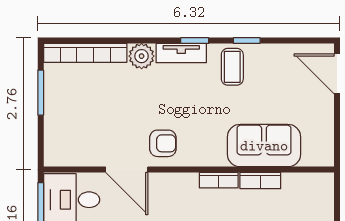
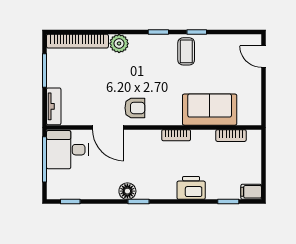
tv unit: (181, 53) -> (54, 106), moved, turned -90
door: (337, 74) -> (264, 57), width x0.73
bookcase: (260, 181) -> (231, 136), moved

